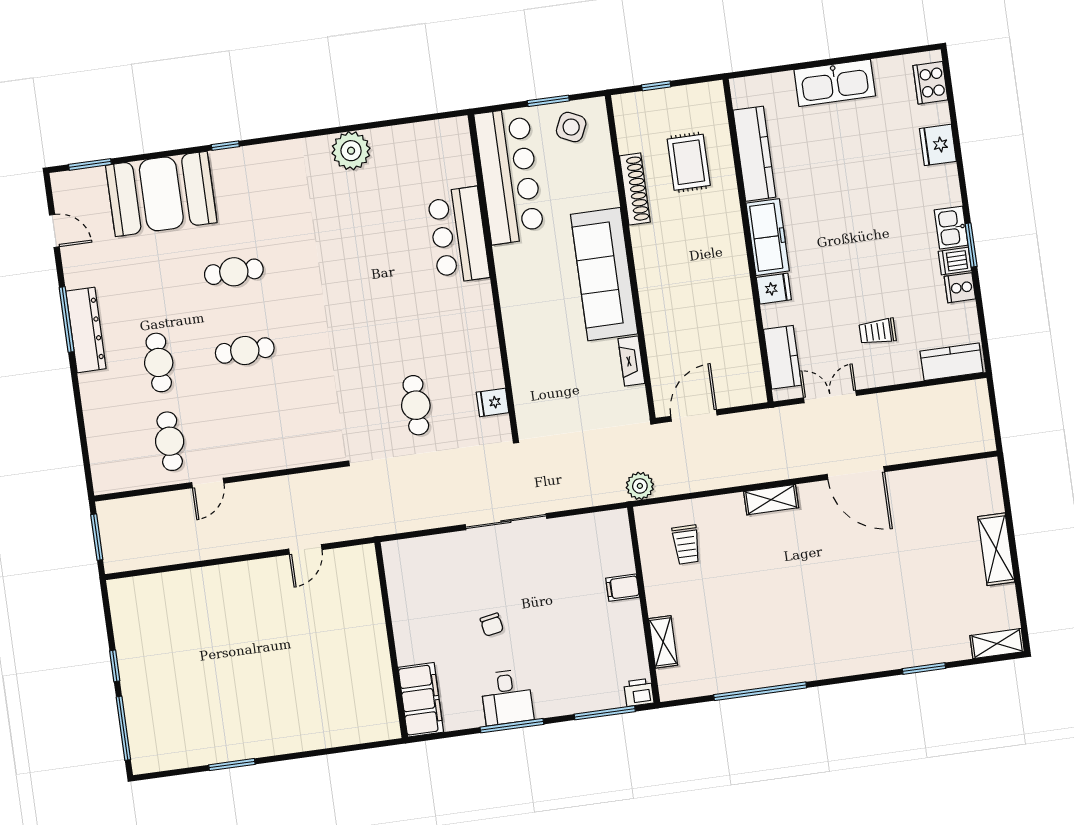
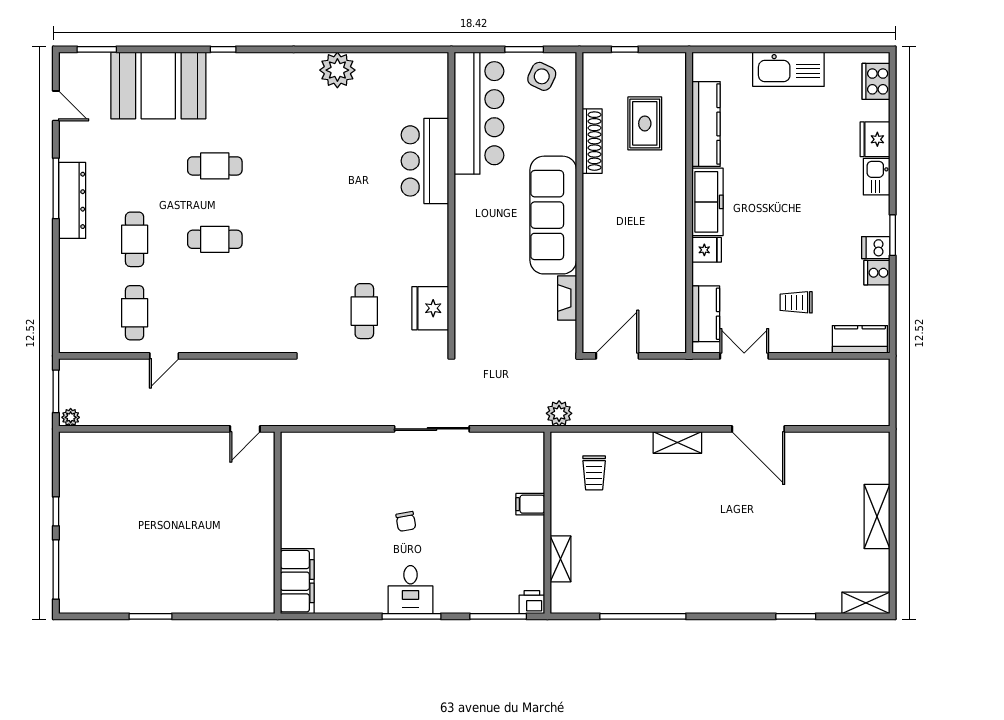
kitchen sink: (951, 228) -> (877, 177), moved
fridge: (493, 402) -> (430, 308), width x1.88, depth x1.34
plant: (117, 563) -> (71, 417), added
wall: (391, 640) -> (278, 523), moved
filing cabinet: (421, 700) -> (297, 581), moved

